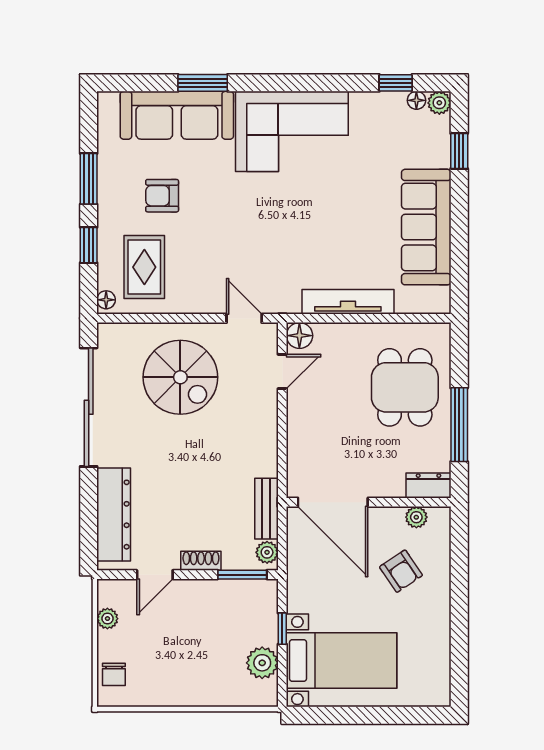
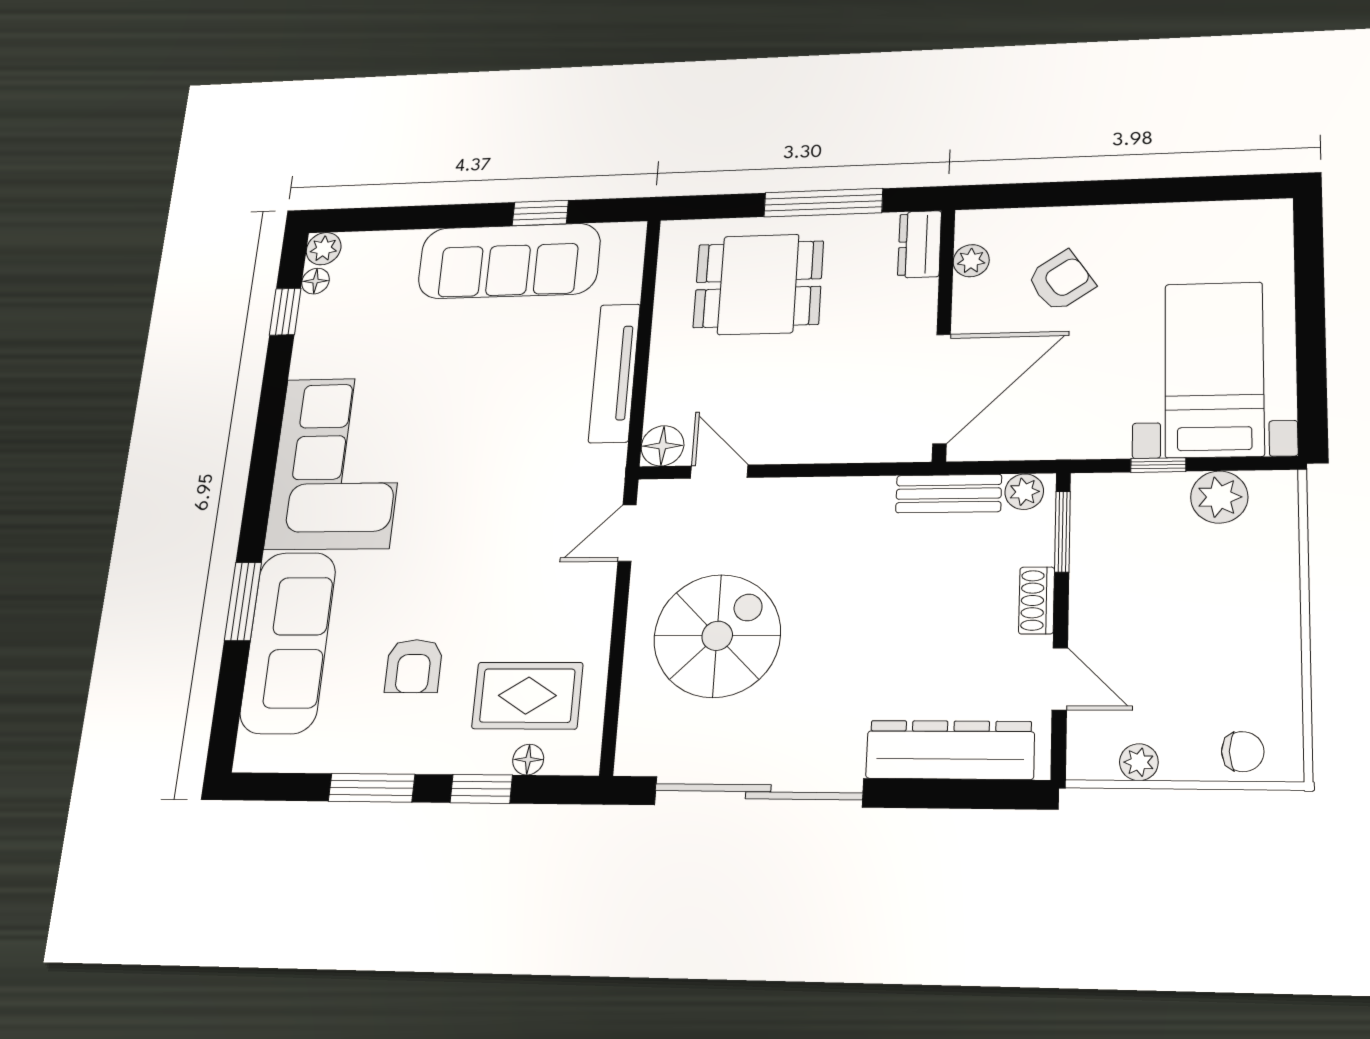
window: (459, 151) -> (540, 213), moved
floor lamp: (106, 300) -> (528, 760), moved

